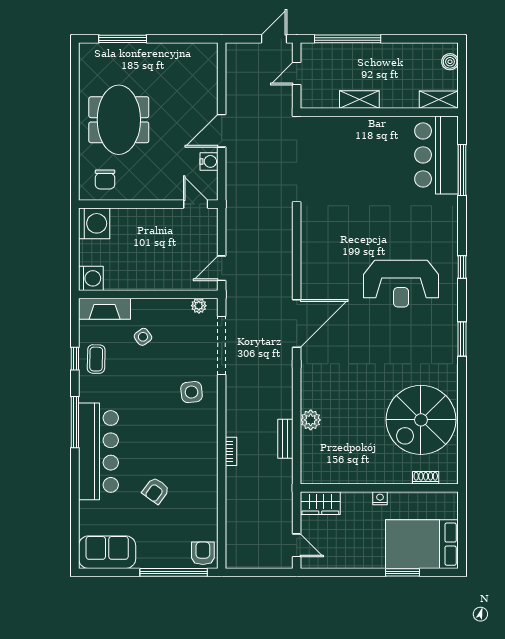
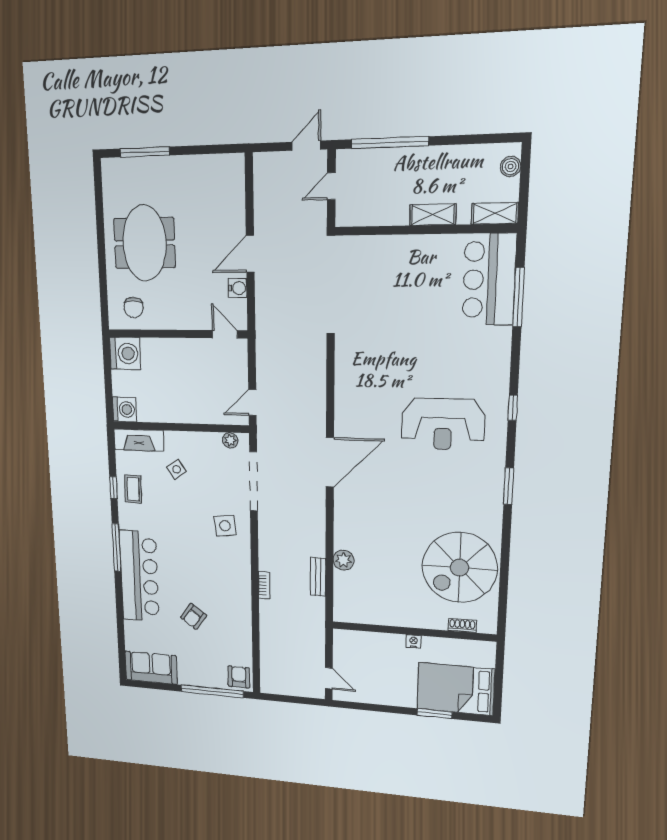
shelving: (359, 99) -> (433, 215), moved
wardrobe: (320, 503) -> (353, 641), removed

